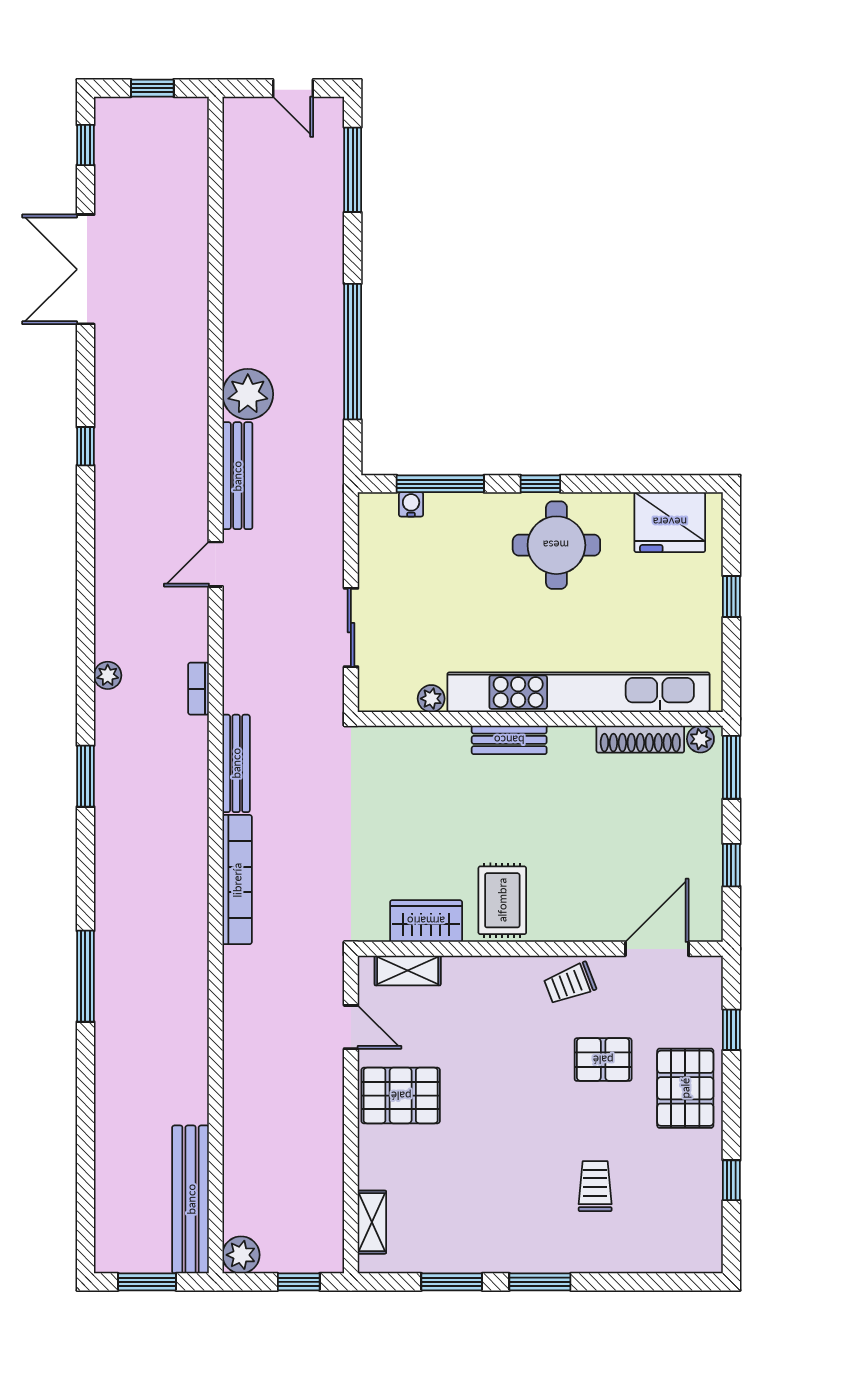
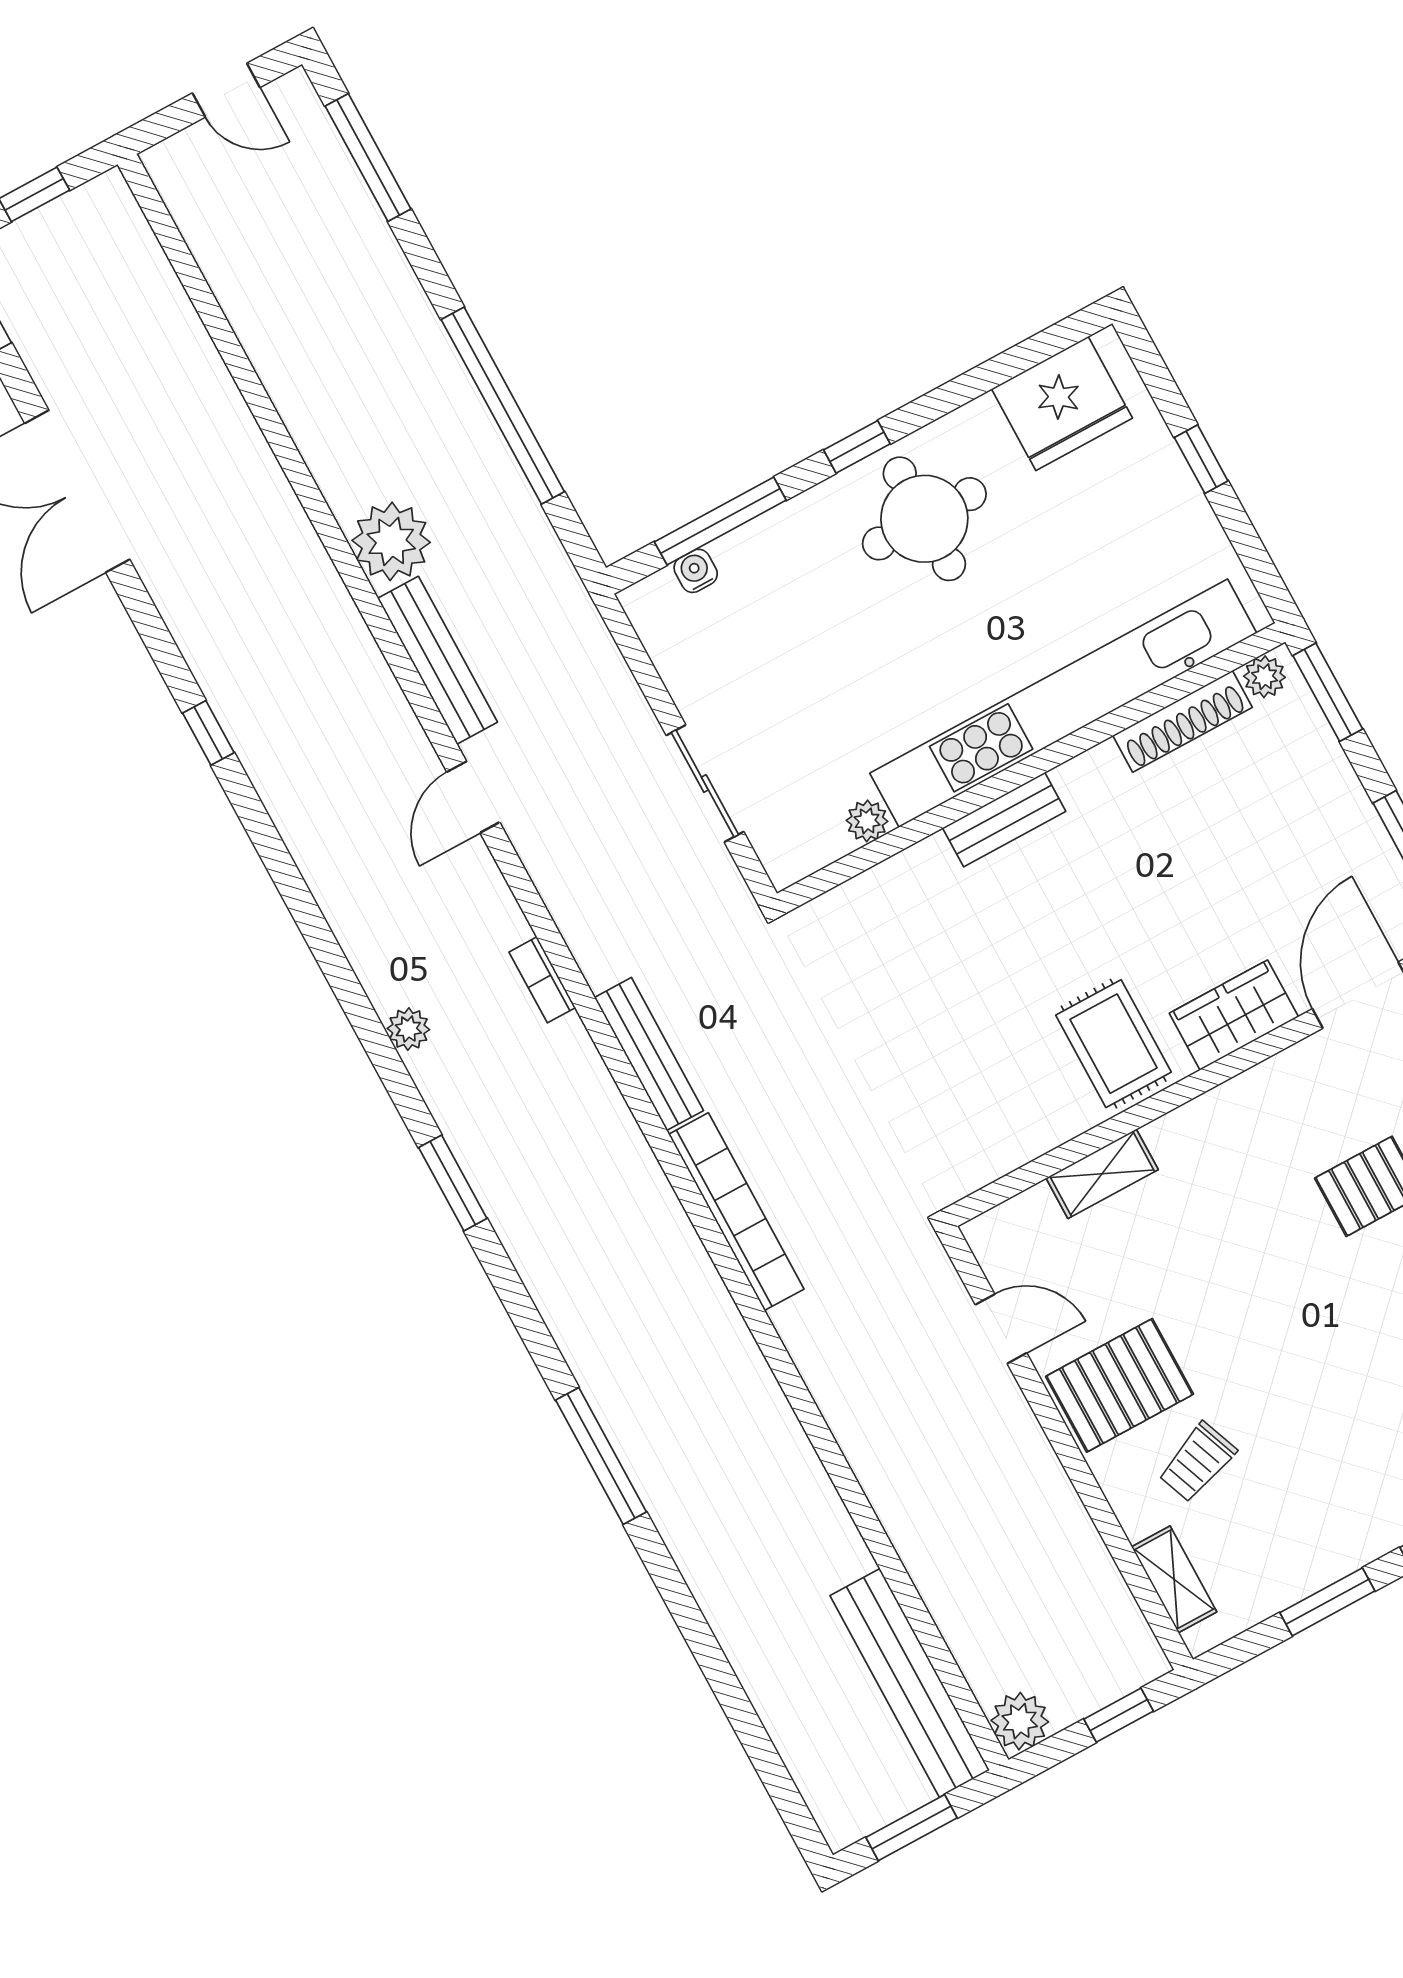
wardrobe: (426, 921) -> (1234, 1015), moved
shelving: (408, 970) -> (1102, 1174), moved
trolley: (570, 983) -> (1197, 1462), moved

